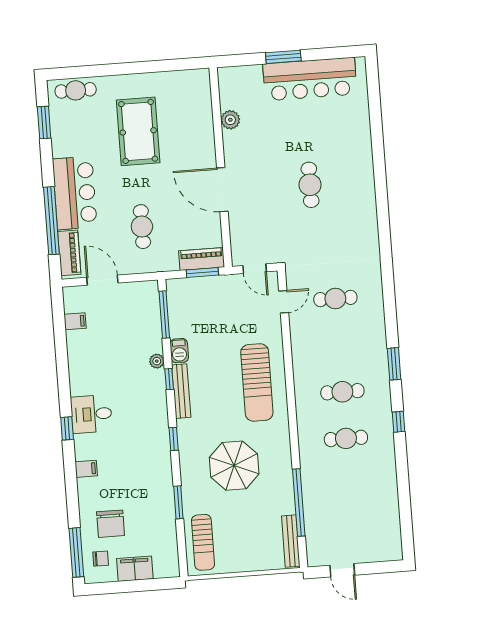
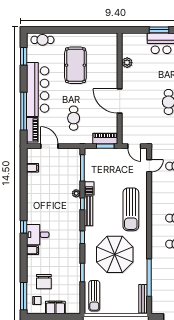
bar counter: (75, 193) -> (38, 89), width x1.36
desk: (91, 414) -> (38, 235), moved
parasol: (234, 466) -> (115, 254), width x1.36, depth x1.36

